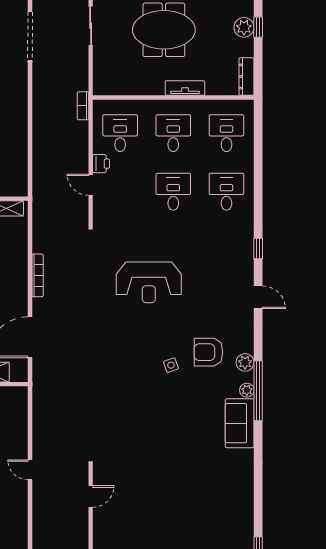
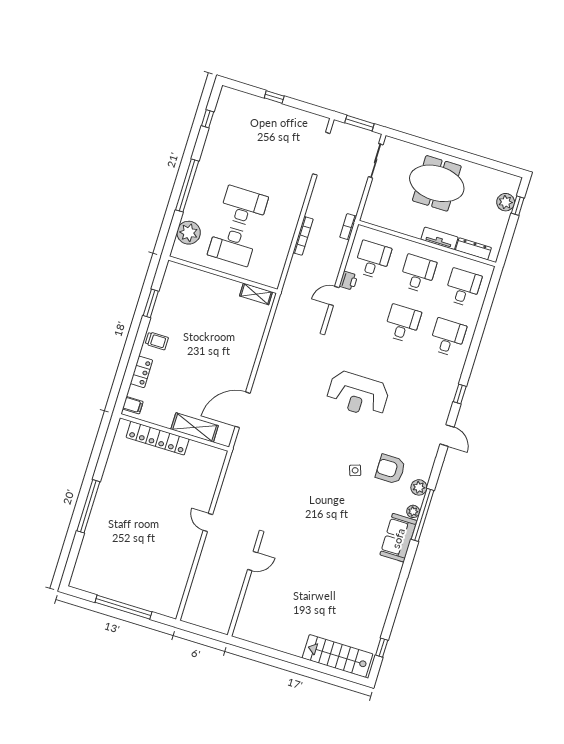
dresser: (246, 77) -> (473, 249), moved, turned 90
door: (91, 185) -> (334, 296), hinge flipped
bookcase: (38, 275) -> (303, 236), moved

